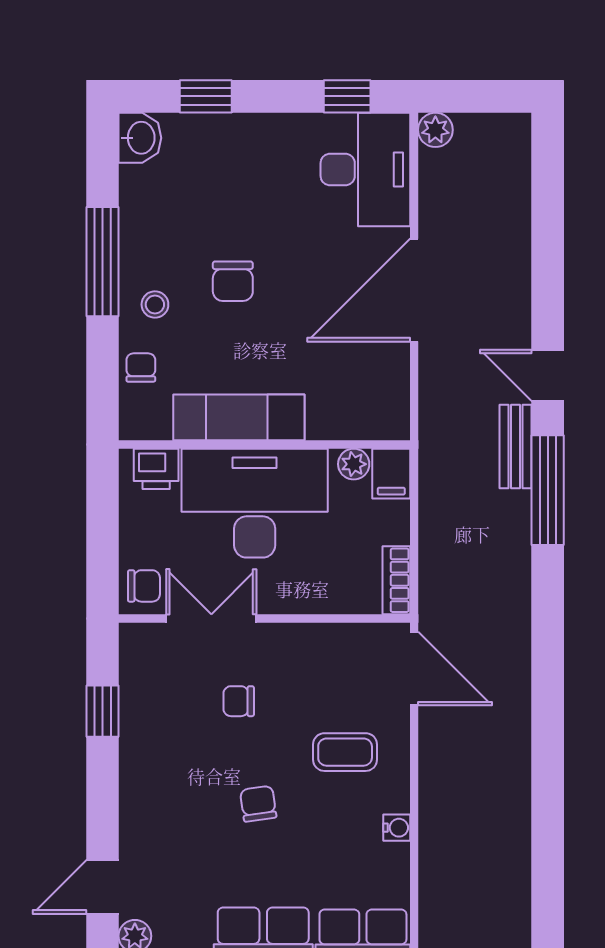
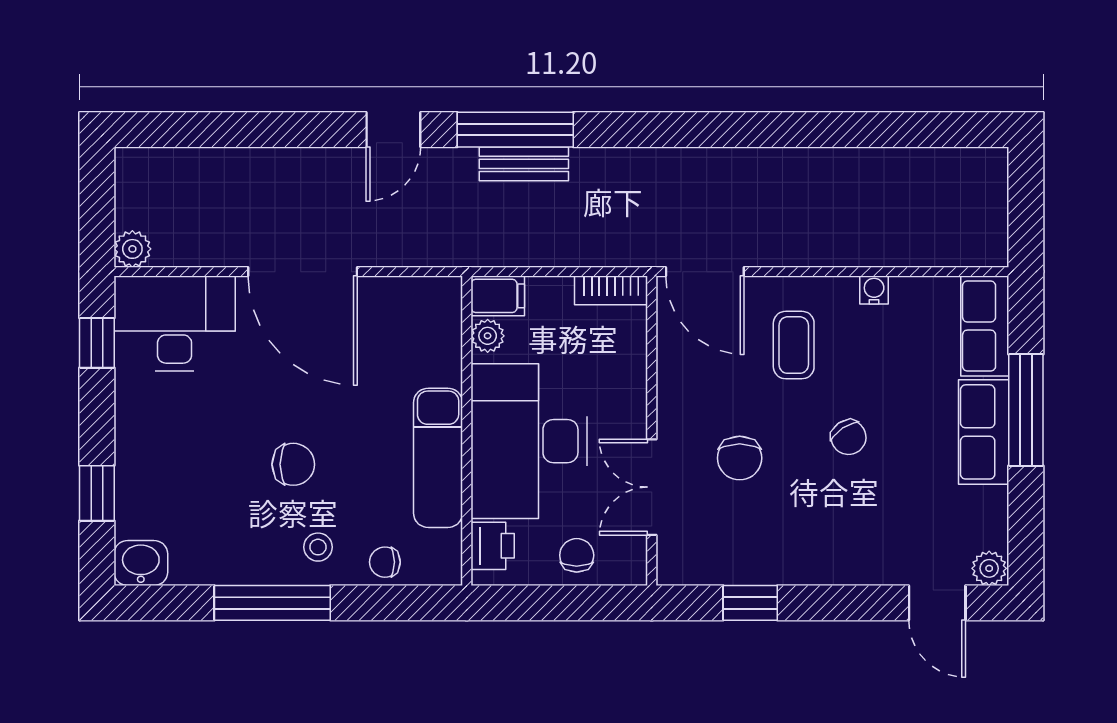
bench: (515, 446) -> (524, 164), moved
chair: (144, 586) -> (577, 555), moved
door: (414, 669) -> (705, 272), swing flipped
chair: (239, 701) -> (740, 458), width x1.37, depth x1.37
chair: (258, 804) -> (849, 437), turned -116

